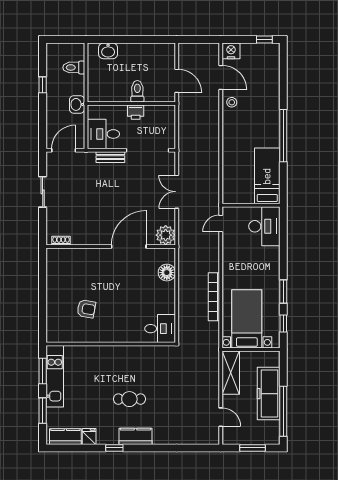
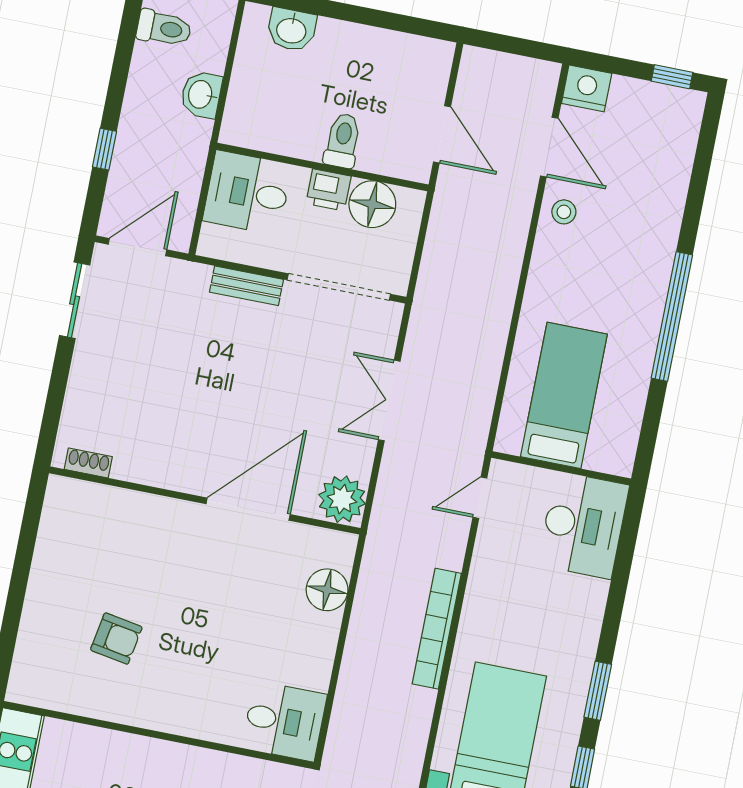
toilet: (74, 67) -> (164, 28), moved, turned 180
window: (43, 85) -> (105, 149), moved
washbasin: (77, 104) -> (201, 95), moved
floor lamp: (154, 114) -> (372, 204), added
desk: (103, 134) -> (247, 193), moved
bed: (267, 176) -> (564, 395), moved
sliding door: (43, 192) -> (75, 300), moved
bookcase: (214, 297) -> (437, 629), moved

